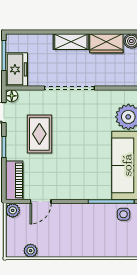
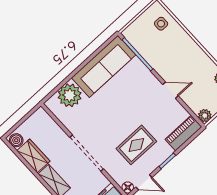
door: (41, 202) -> (170, 90), moved
side table: (124, 214) -> (161, 24), moved

